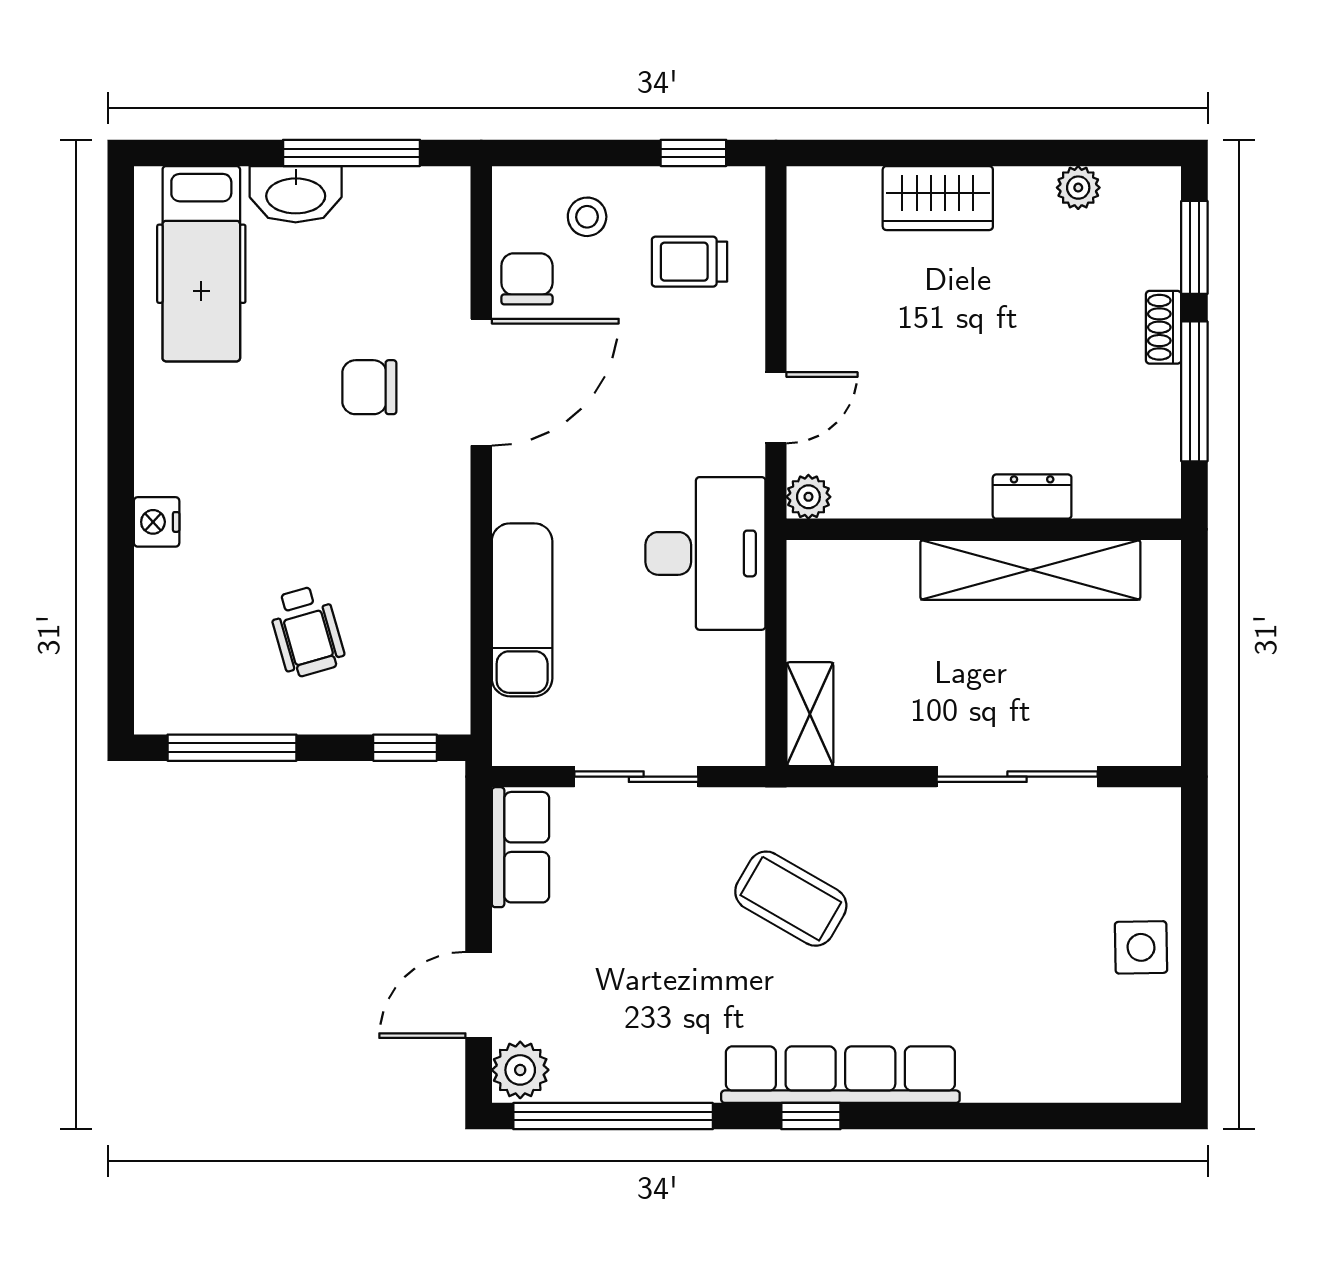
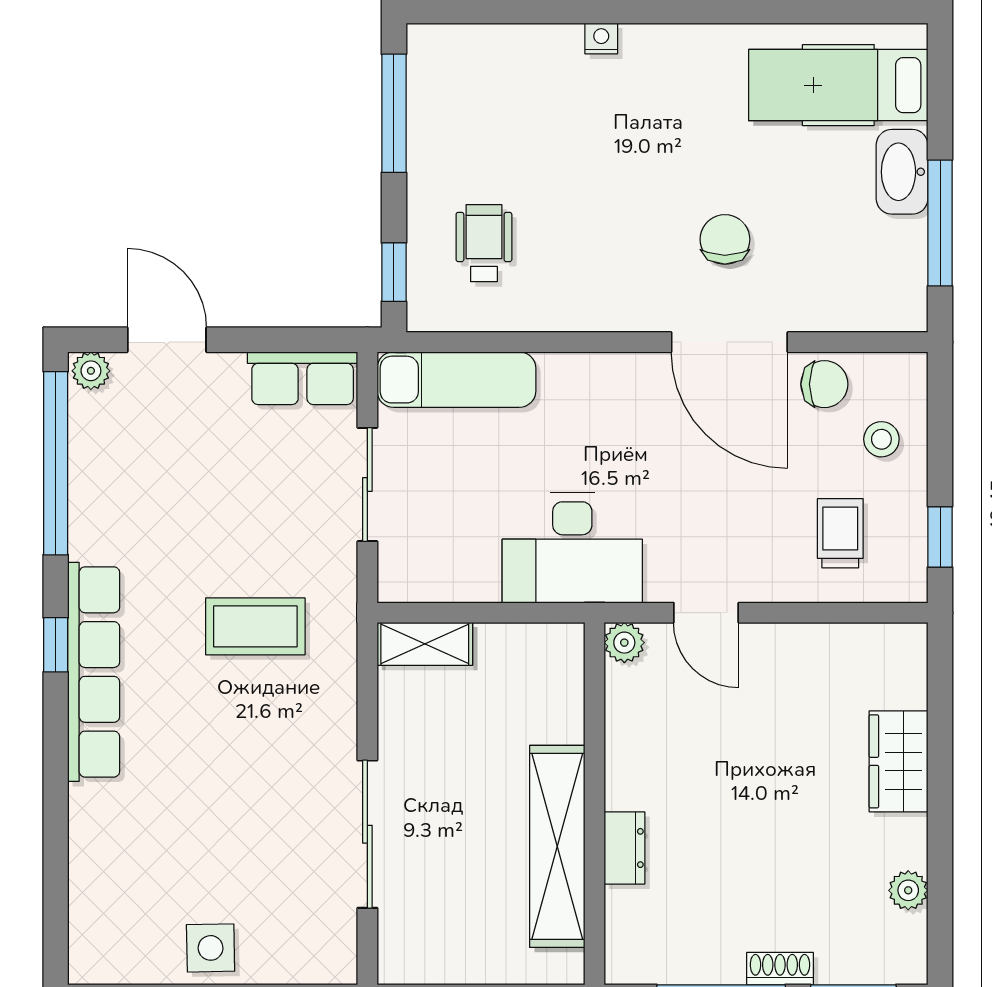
nightstand: (157, 522) -> (601, 39), width x0.72, depth x0.74
exam couch: (522, 610) -> (456, 380), moved
wheelchair: (307, 631) -> (484, 243), moved, turned 106
coffee table: (791, 899) -> (255, 626), turned 60
plant: (520, 1070) -> (91, 371), width x0.73, depth x0.73

